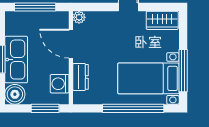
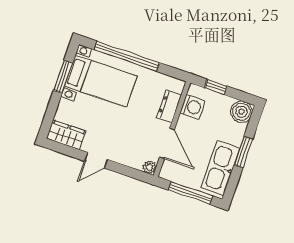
kitchen sink: (16, 60) -> (220, 168), moved
window: (183, 71) -> (63, 77), width x0.69
window: (45, 108) -> (216, 87), width x0.67

